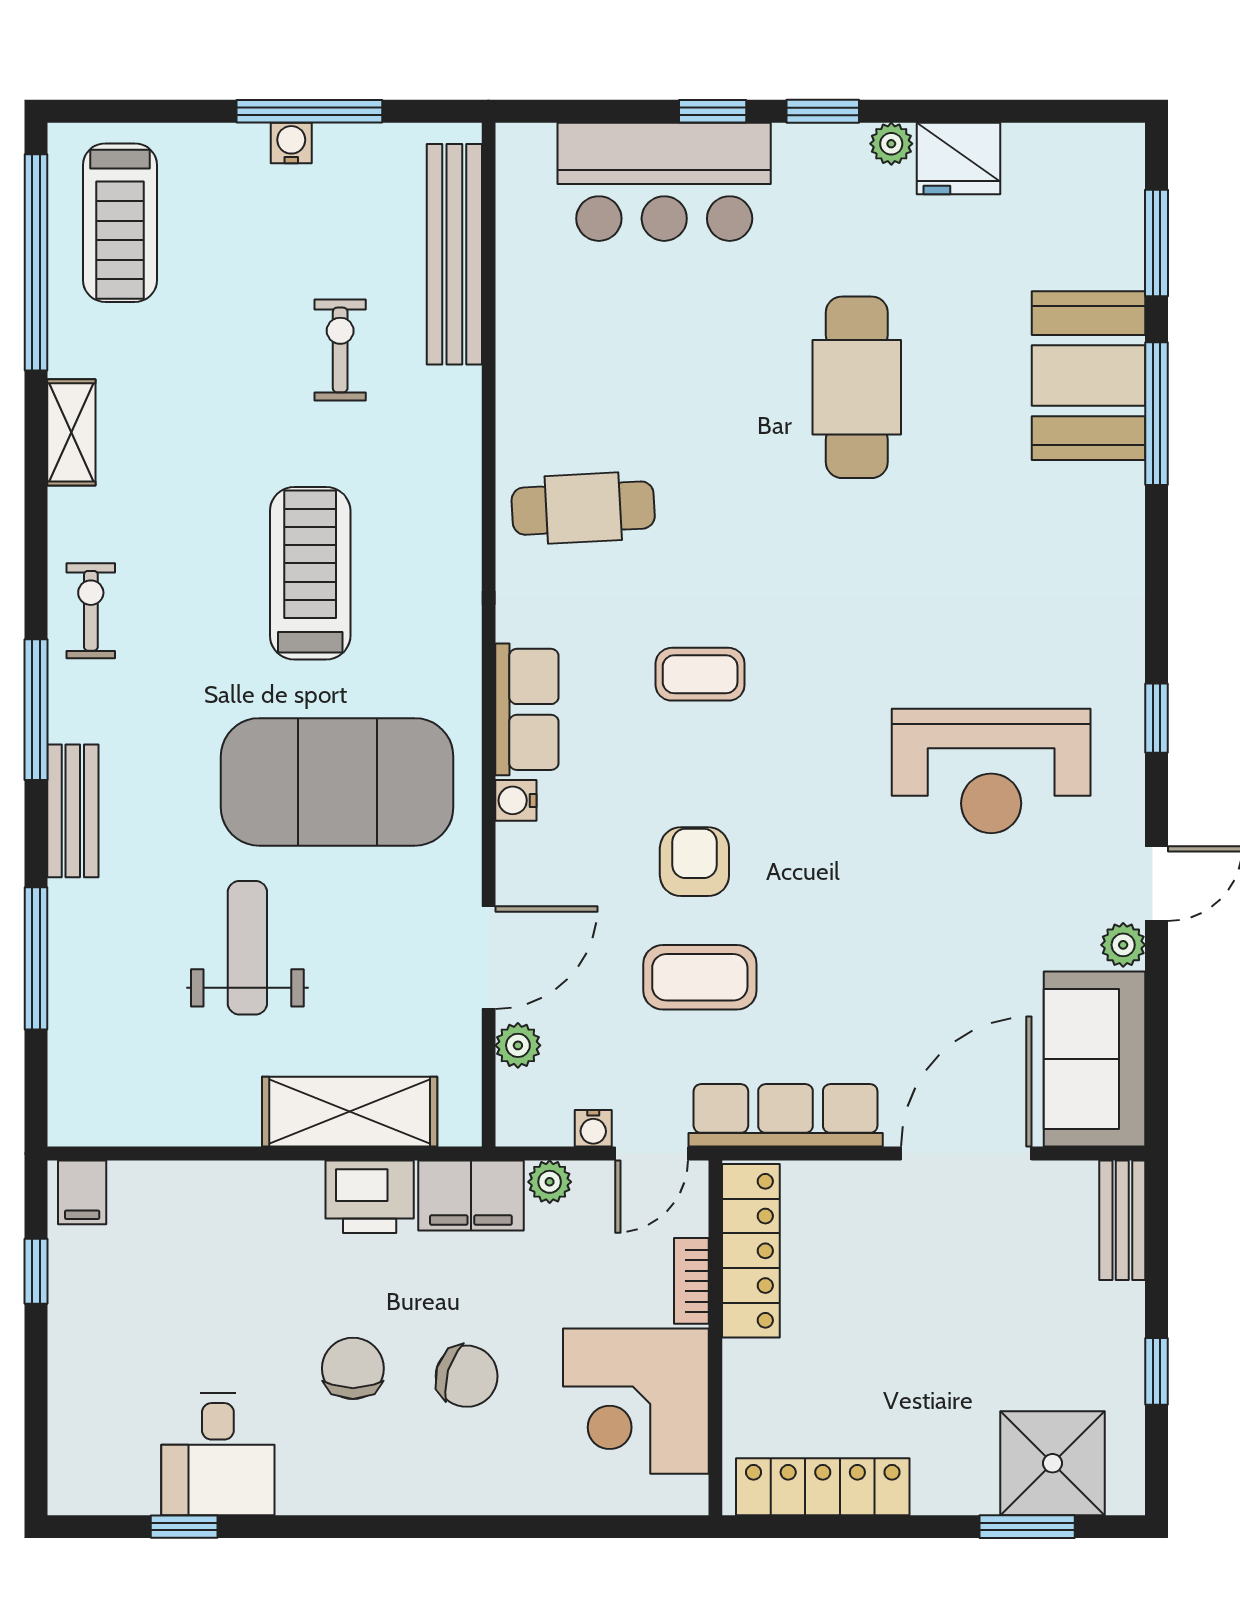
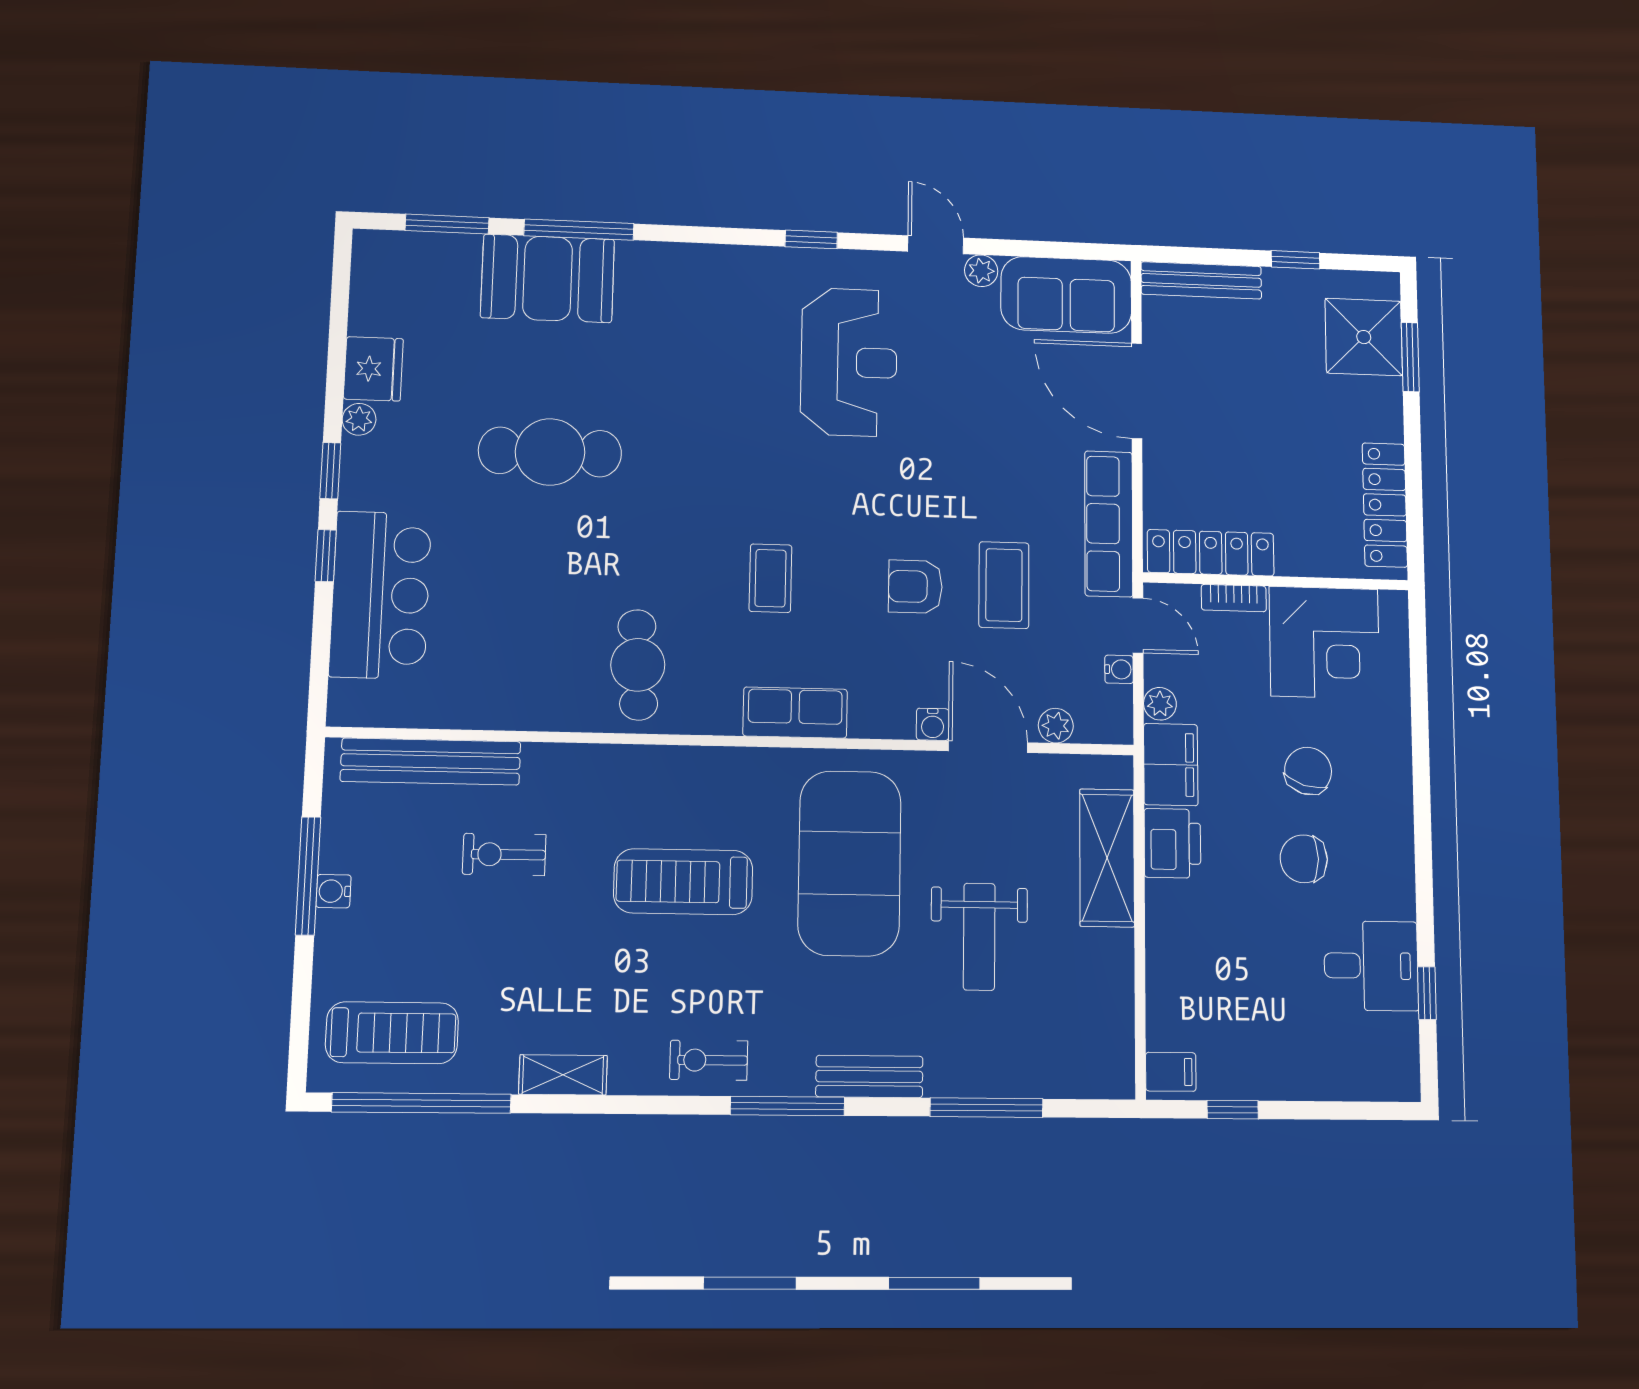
water cooler: (516, 800) -> (933, 724), moved
weight bench: (247, 948) -> (979, 937), turned -90
bench: (1122, 1220) -> (1201, 280), width x1.36

